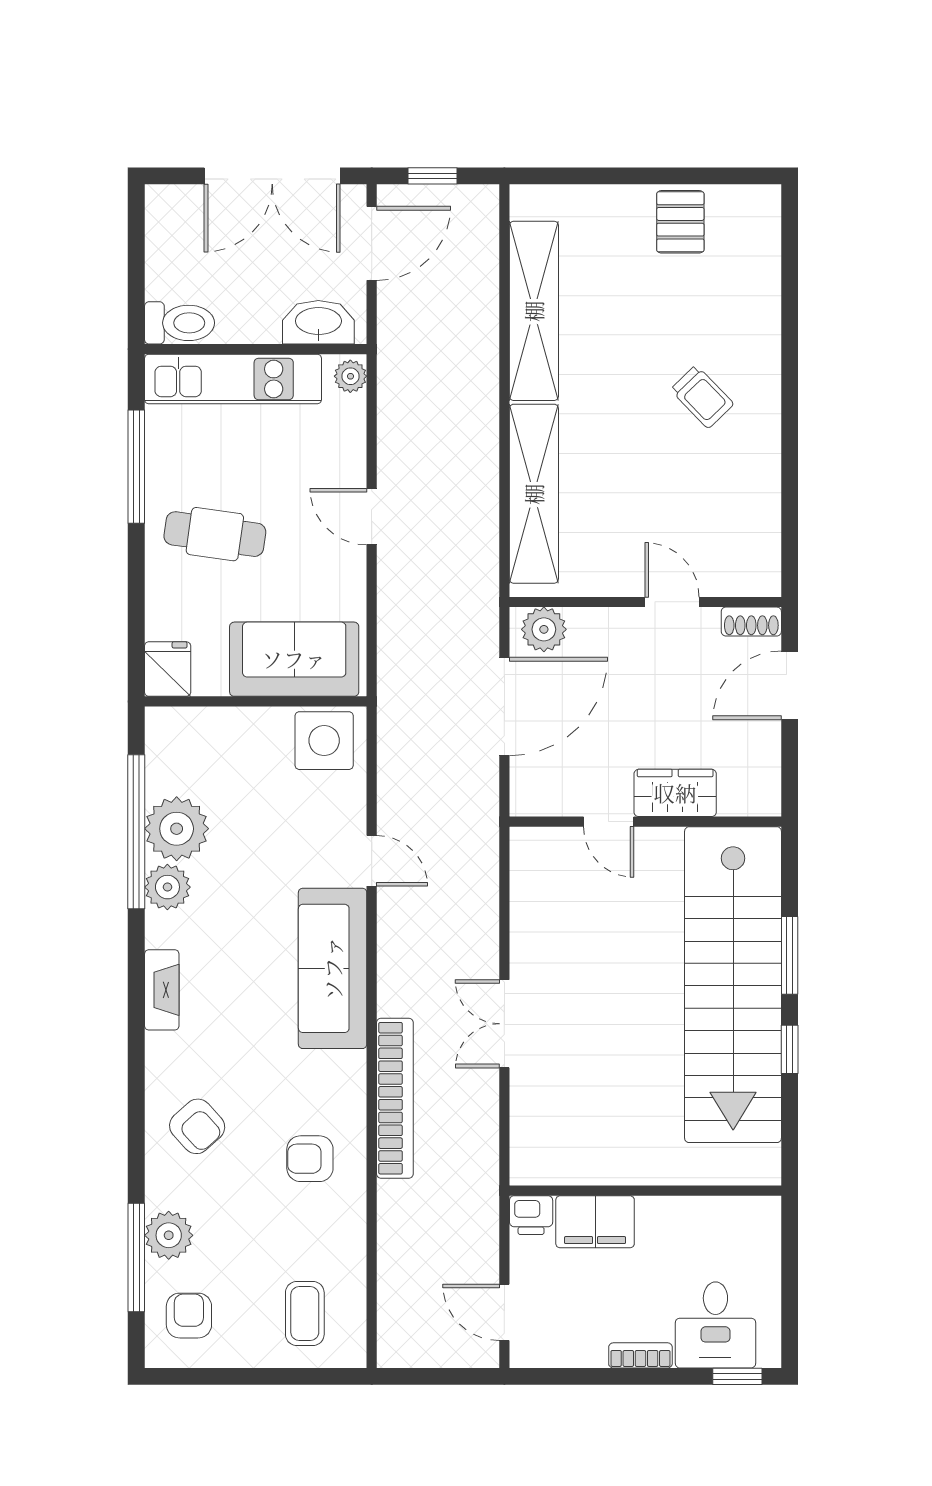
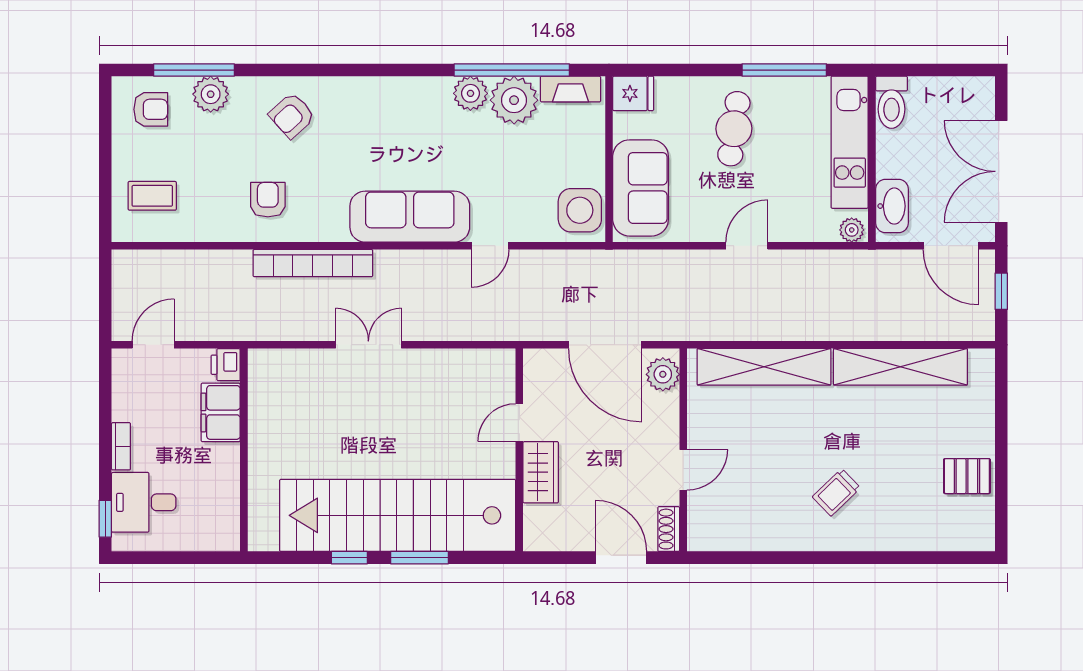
fireplace: (162, 990) -> (571, 89), moved

